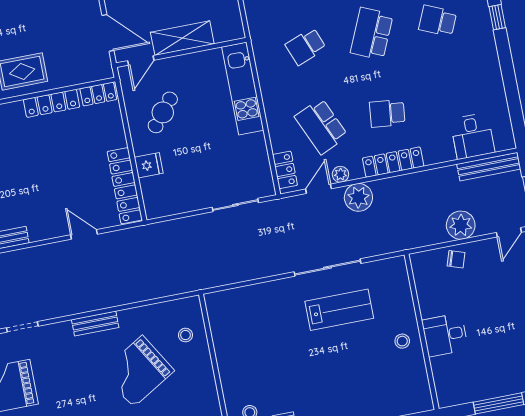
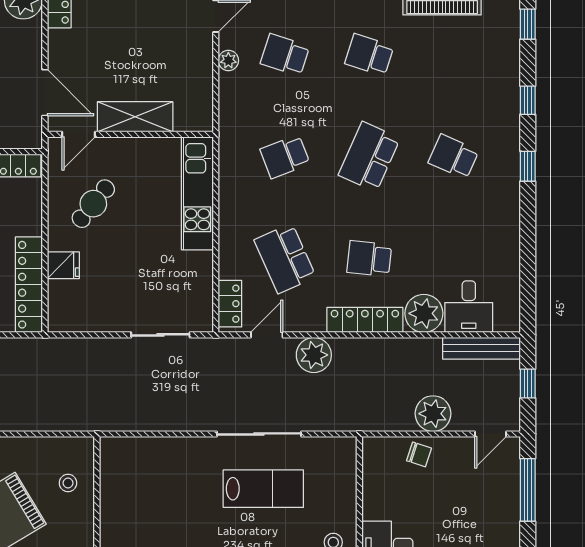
plant: (340, 174) -> (424, 313), moved, width x1.88, depth x1.88

